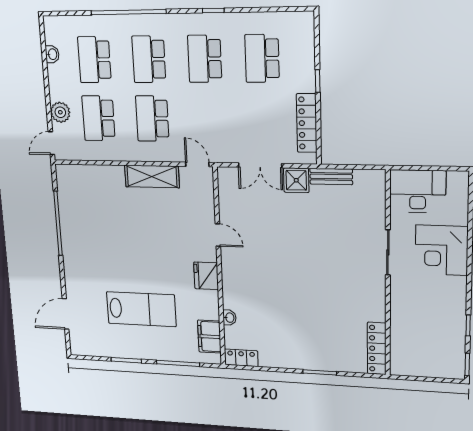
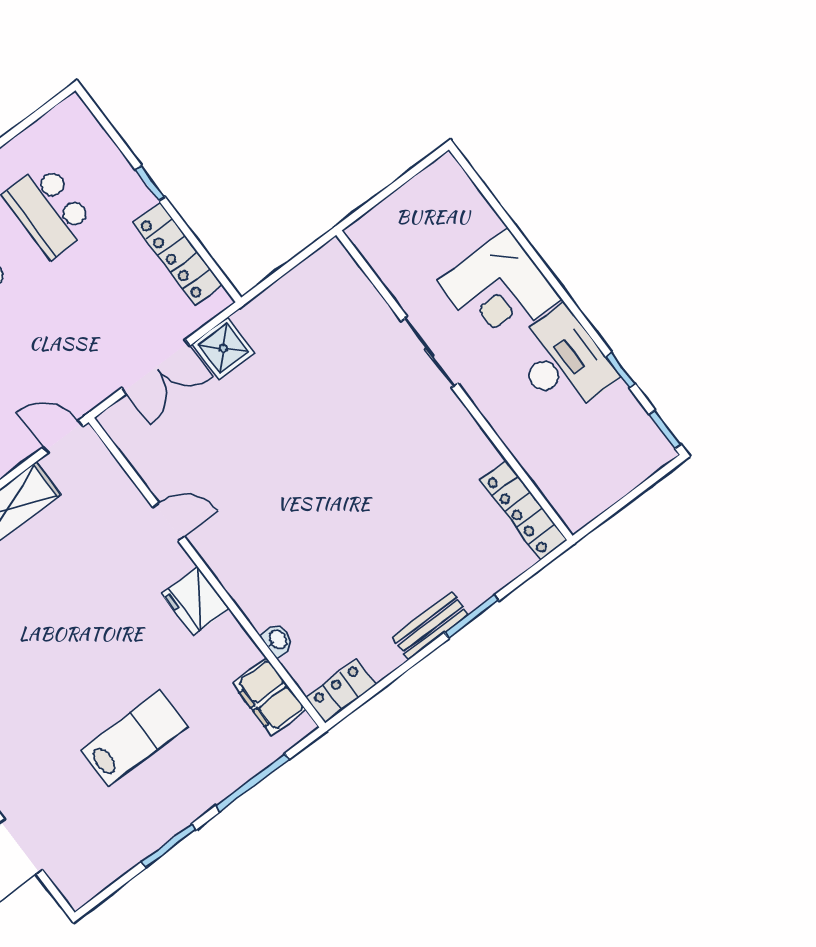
bench: (331, 177) -> (430, 626), moved
desk: (418, 191) -> (562, 362), moved, turned 90
lab bench: (141, 309) -> (134, 738), width x0.73, depth x0.72

